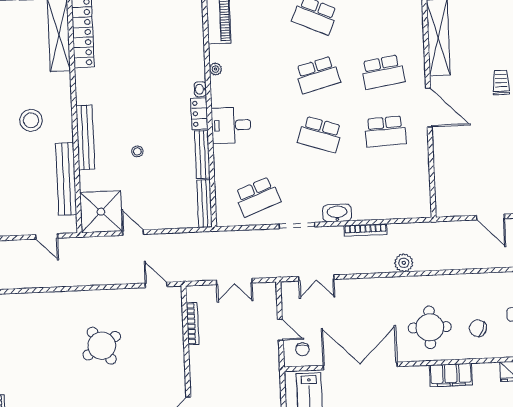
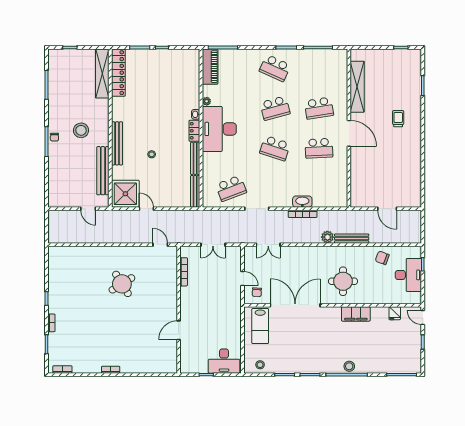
desk: (231, 125) -> (219, 129), width x1.87, depth x1.30
washbasin: (337, 213) -> (302, 202), moved
bench: (440, 263) -> (352, 239), added
chair: (478, 328) -> (382, 258), moved

